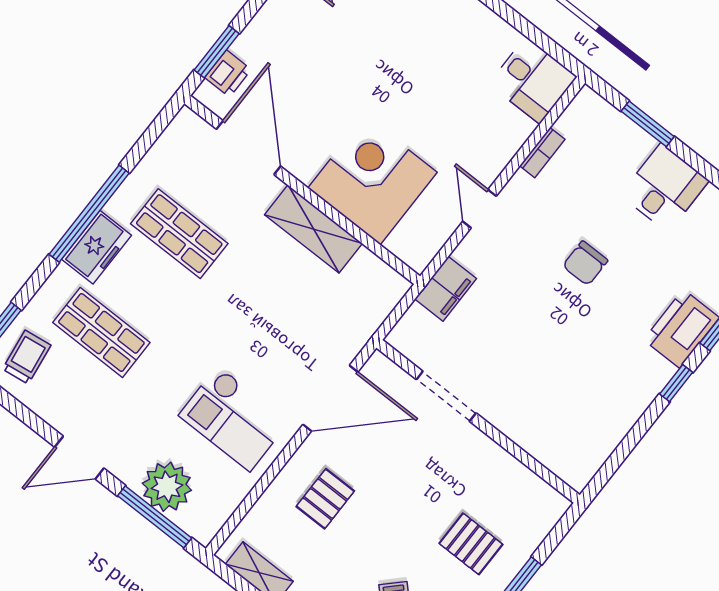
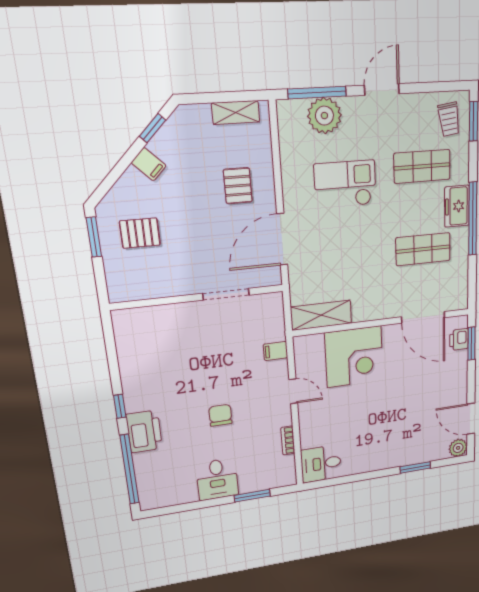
shelving: (313, 229) -> (321, 315), moved
filing cabinet: (446, 289) -> (276, 351), width x0.50
checkout: (234, 418) -> (345, 184), moved

